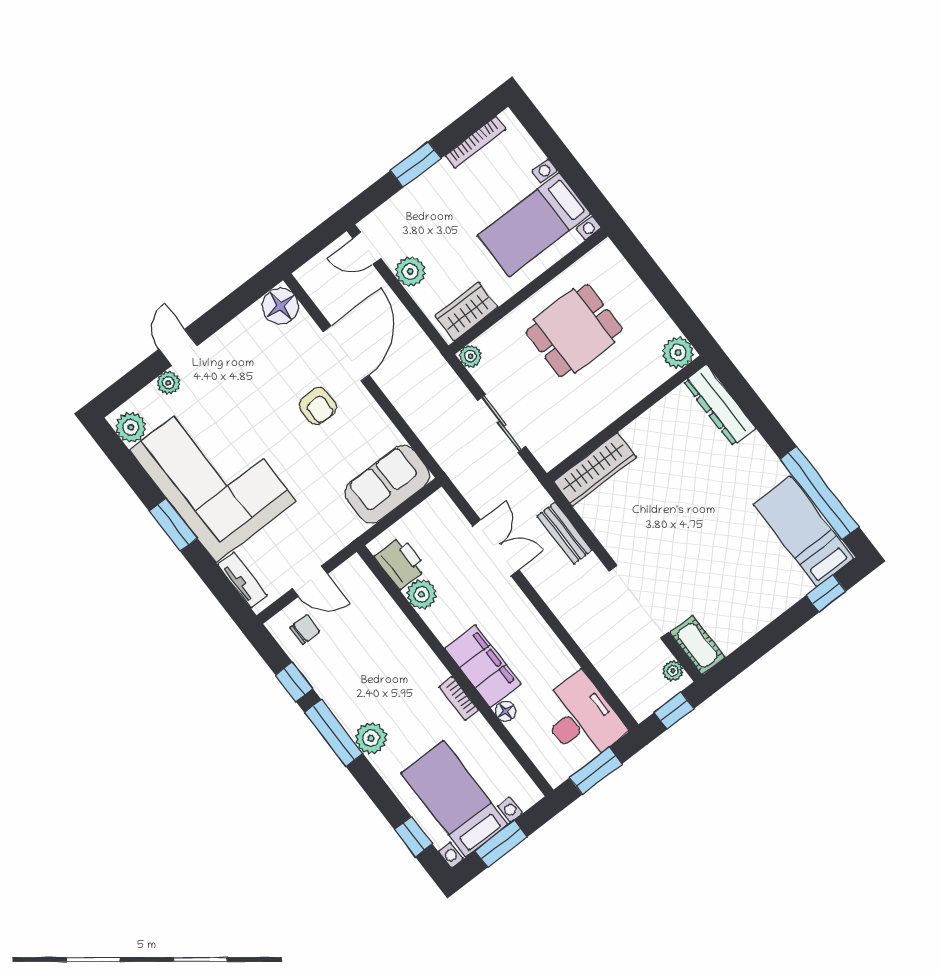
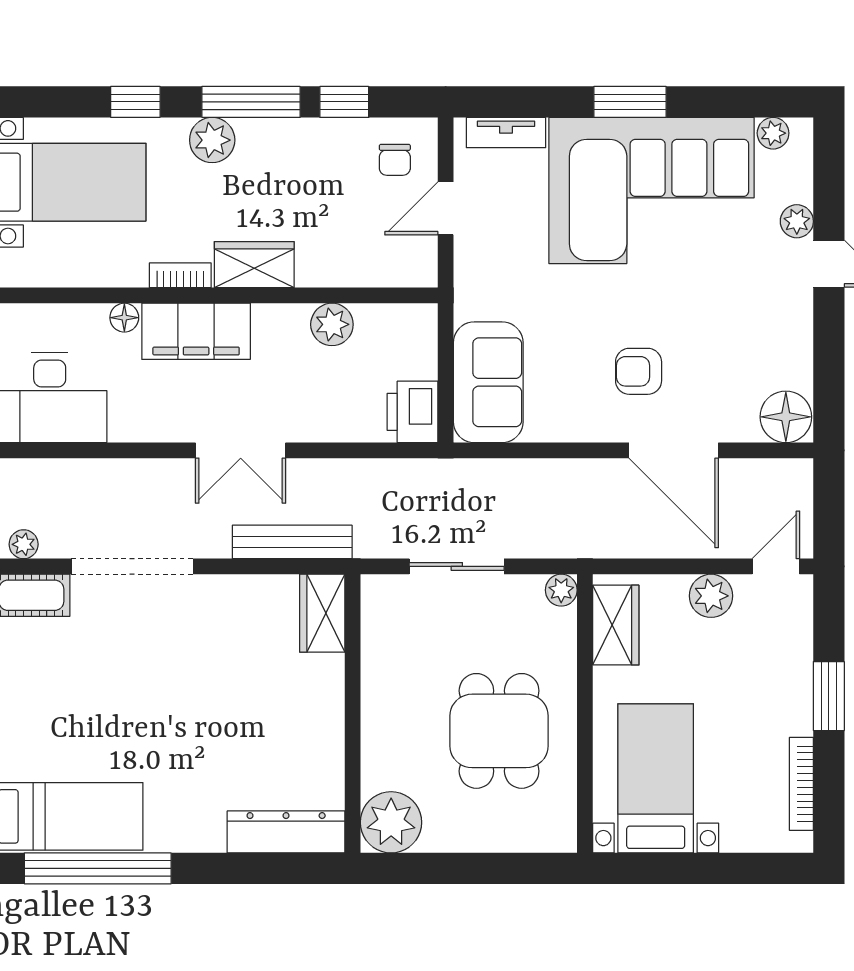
plant: (678, 352) -> (391, 822), width x1.36, depth x1.36
plant: (131, 427) -> (773, 133), width x0.73, depth x0.73
wardrobe: (595, 469) -> (322, 613), width x0.67
bench: (565, 533) -> (292, 542), width x1.36
double door: (496, 548) -> (241, 450), moved
printer: (401, 562) -> (412, 412), moved, turned 90
wardrobe: (422, 662) -> (254, 265), added
window: (413, 837) -> (135, 102), moved

